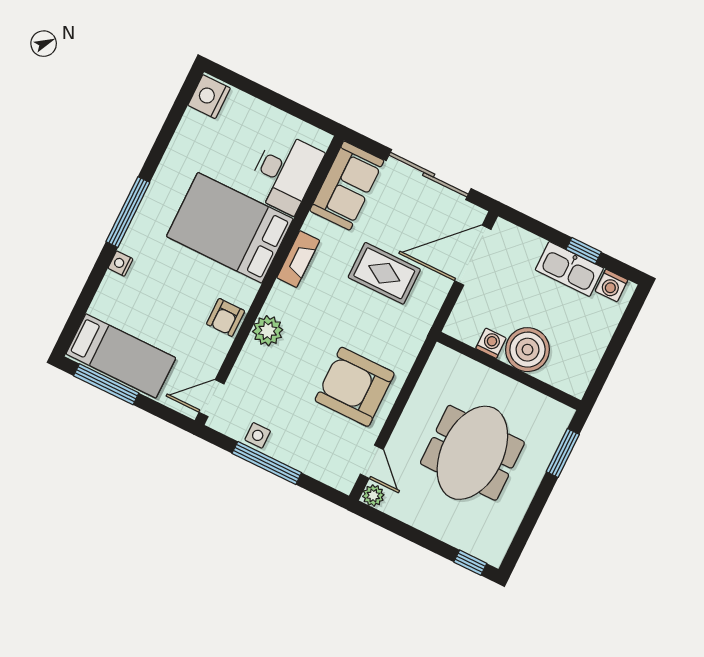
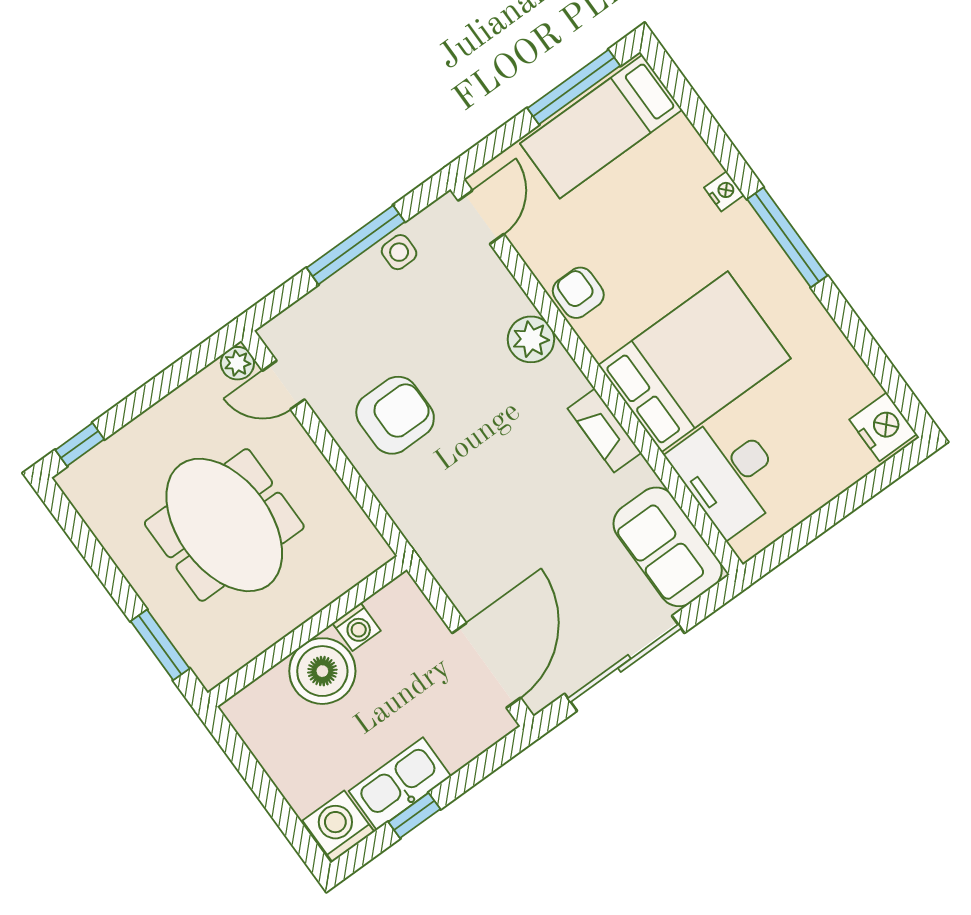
rug: (384, 273) -> (525, 535), removed
washing machine: (611, 285) -> (338, 826), width x1.38, depth x1.38
armchair: (355, 387) -> (395, 415), width x0.73, depth x0.73

